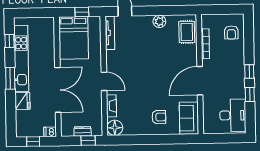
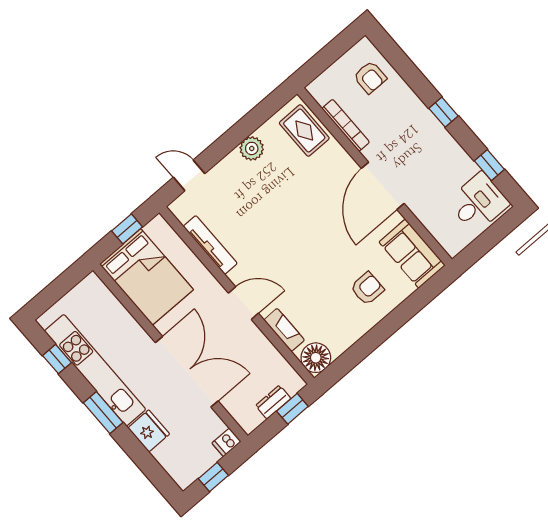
tv unit: (110, 33) -> (210, 245), moved
window: (250, 94) -> (489, 165), moved
desk: (233, 115) -> (478, 203), width x0.73

